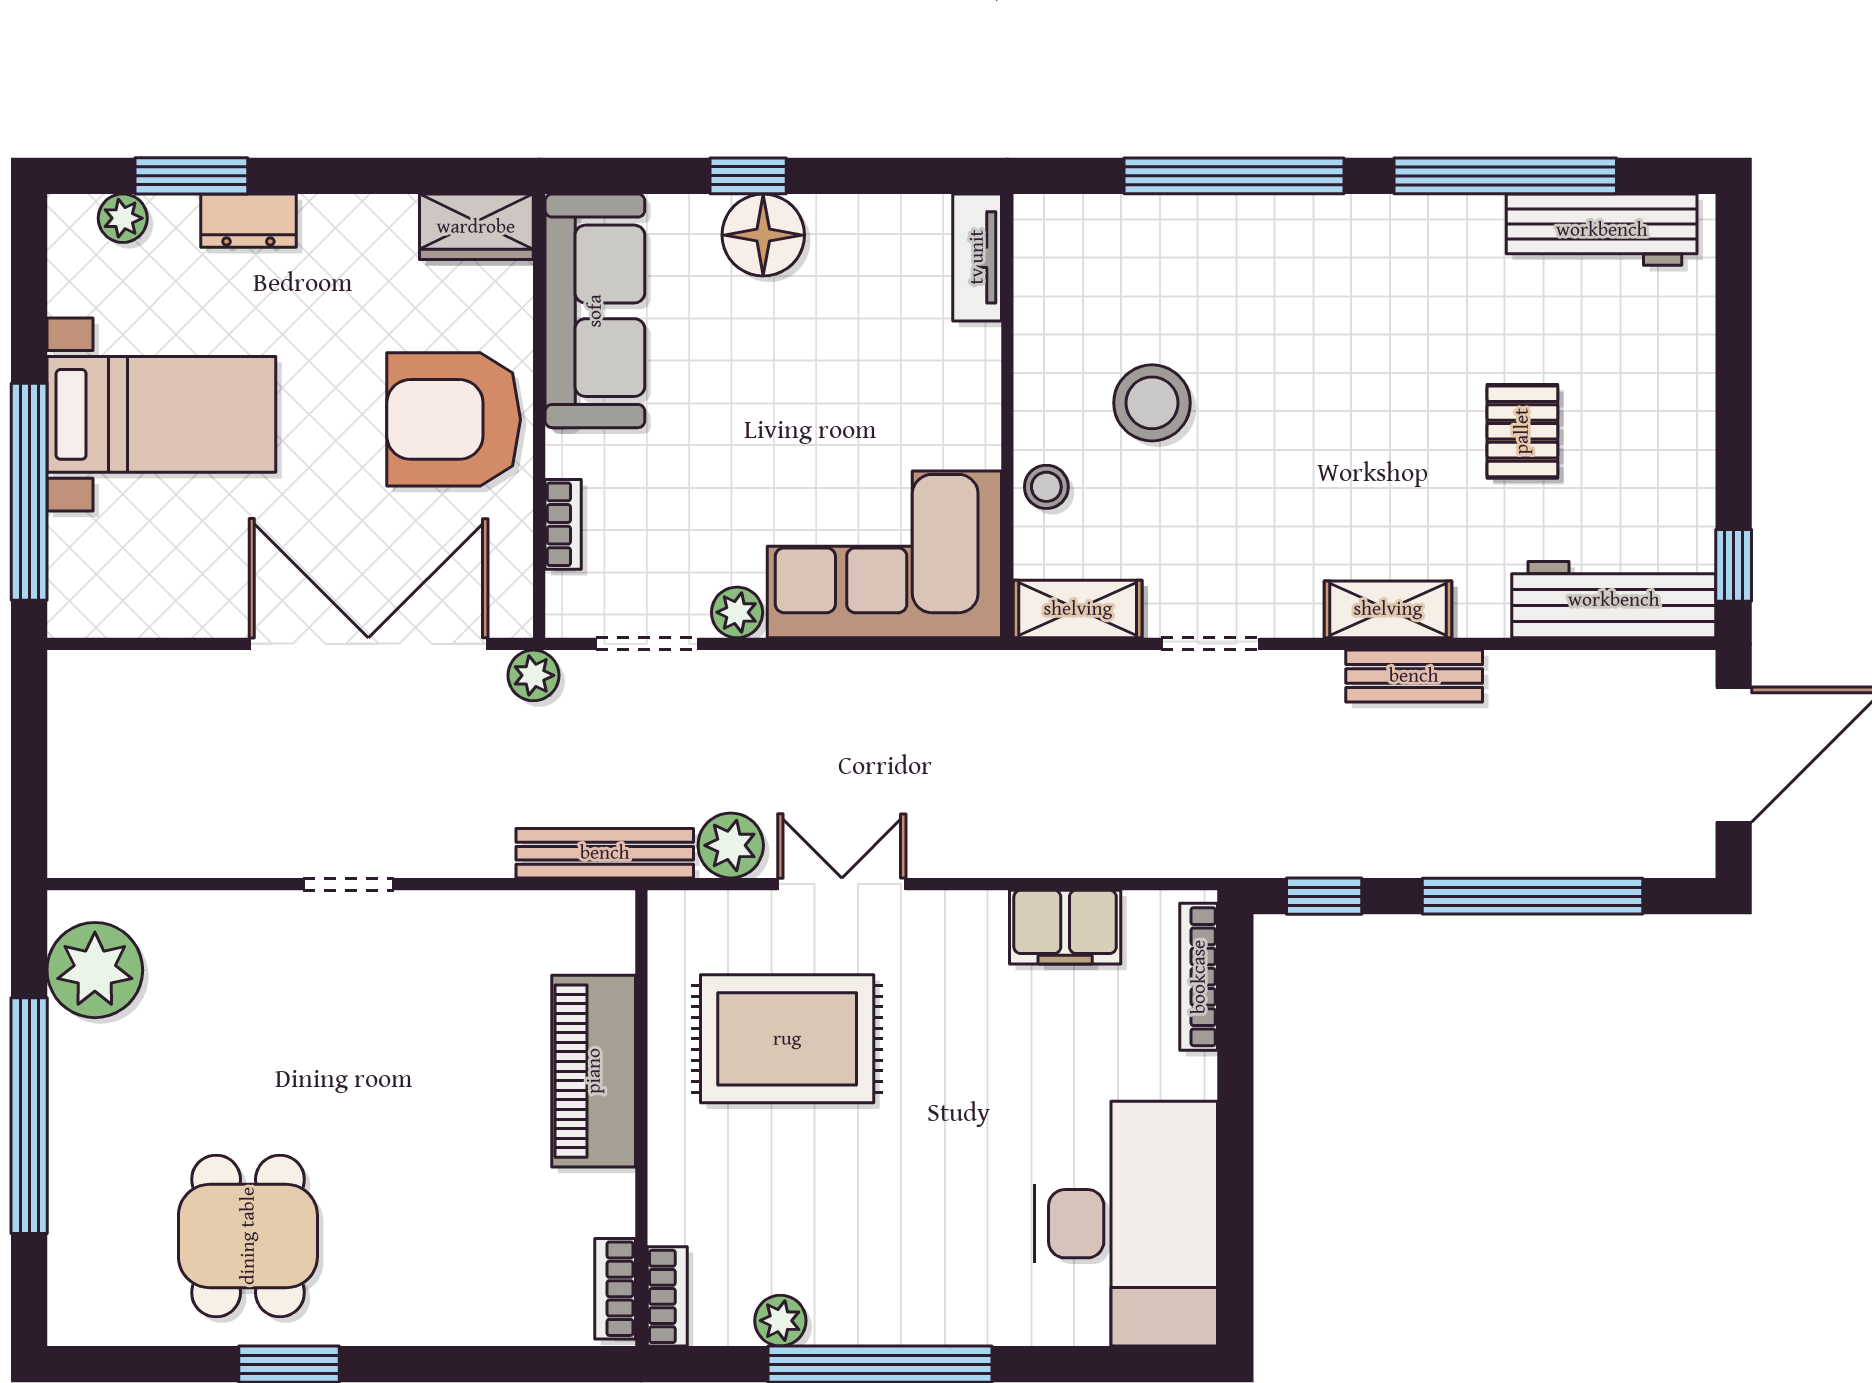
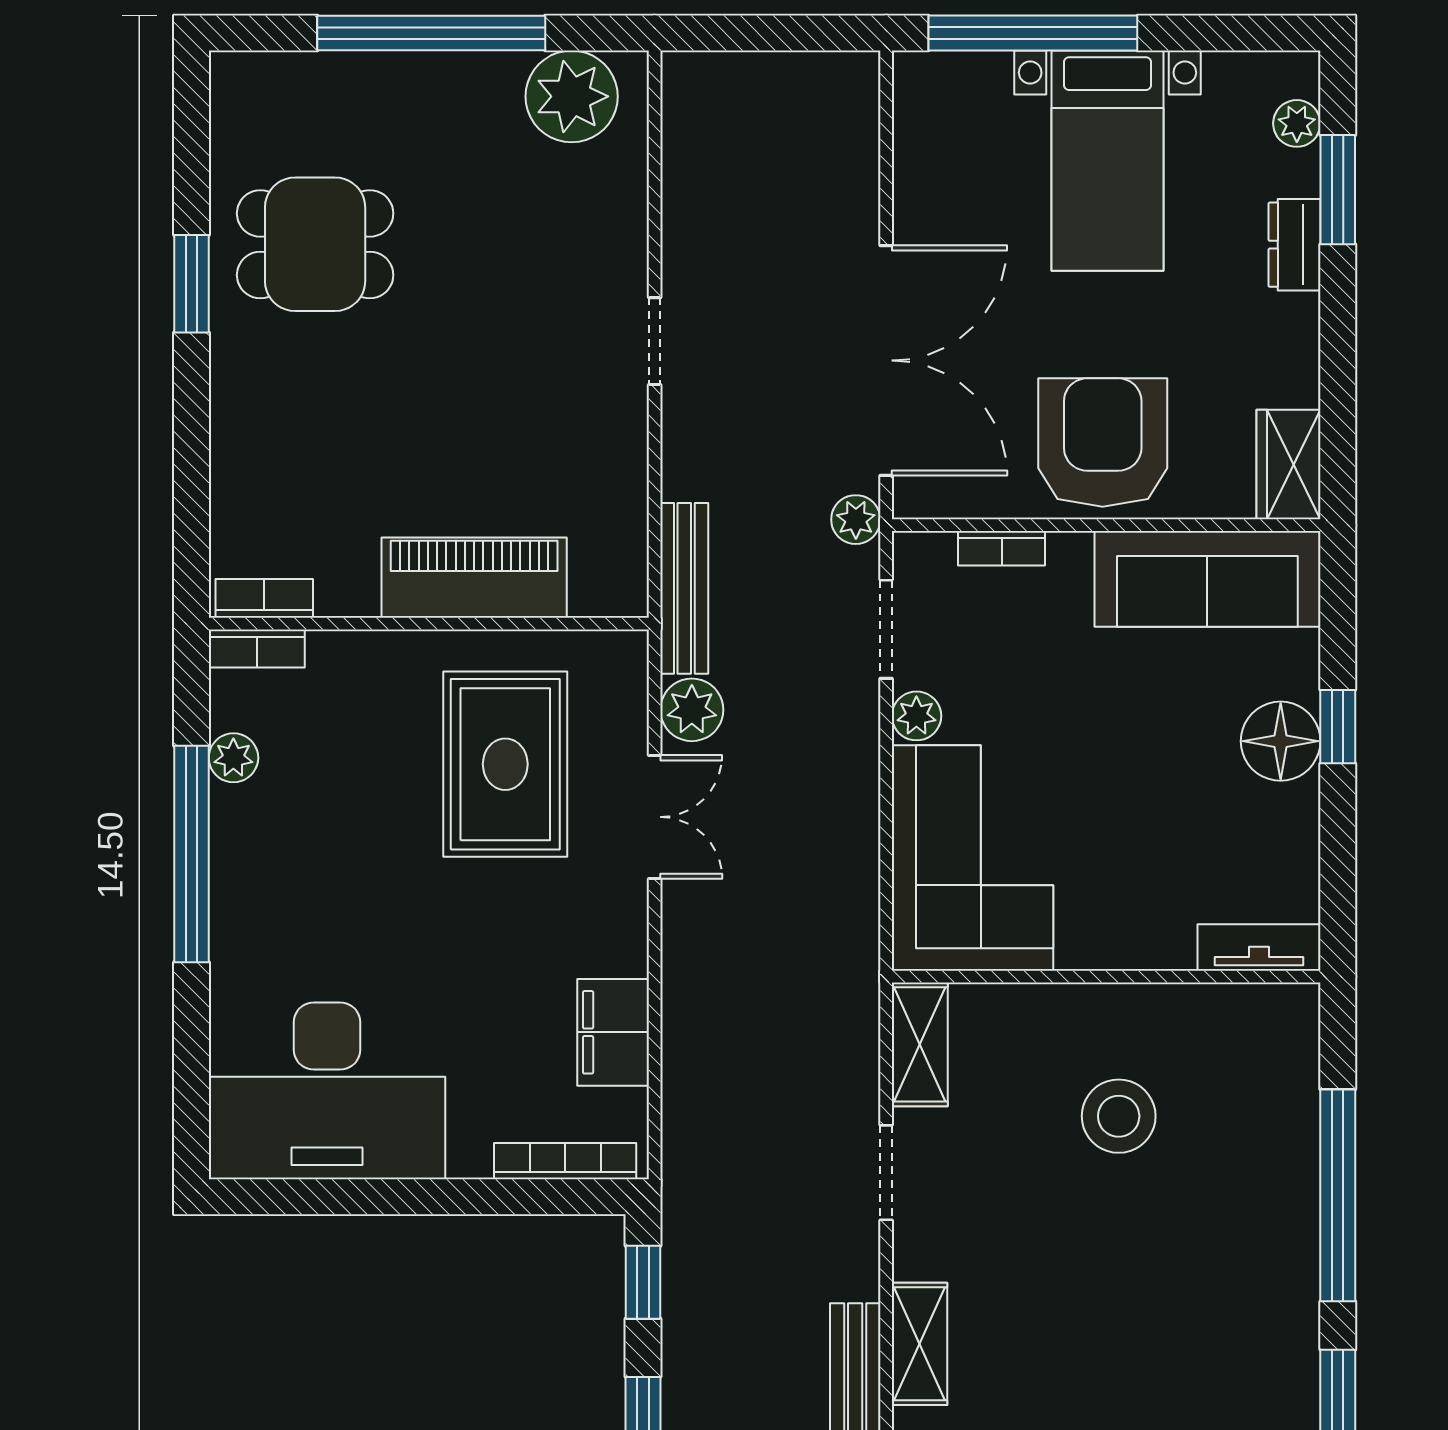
stool: (1046, 487) -> (1038, 1014), removed

